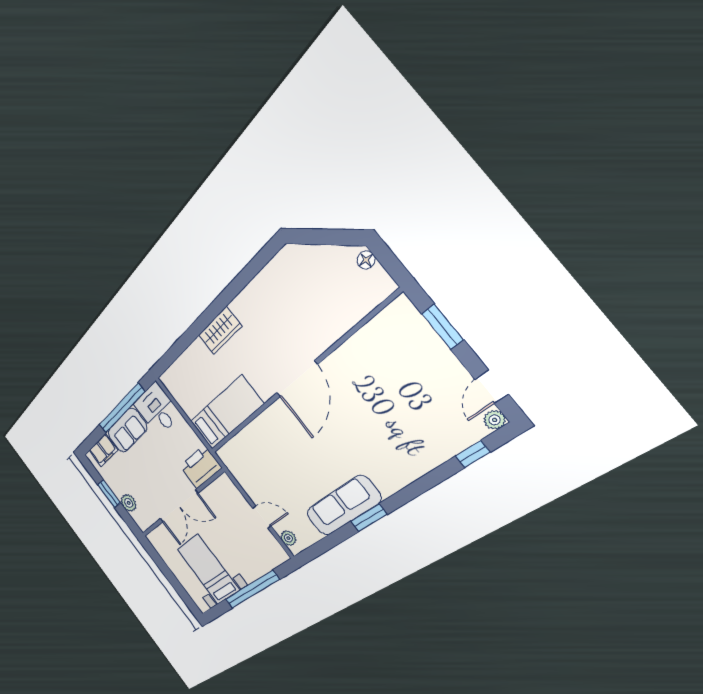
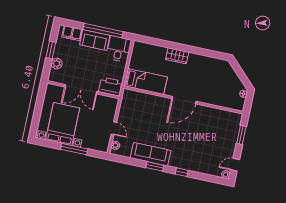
window: (473, 454) -> (182, 172), moved
bed with nightstands: (208, 569) -> (63, 124), width x1.36
window: (252, 590) -> (74, 149), width x0.68

